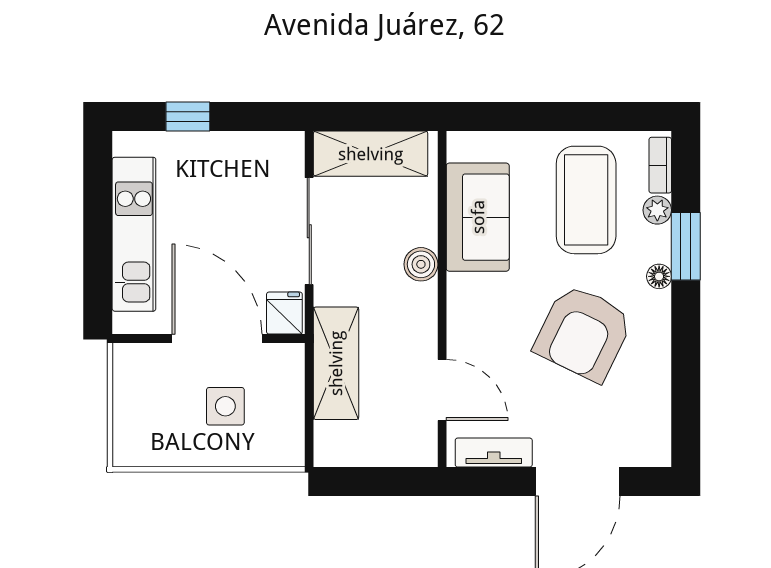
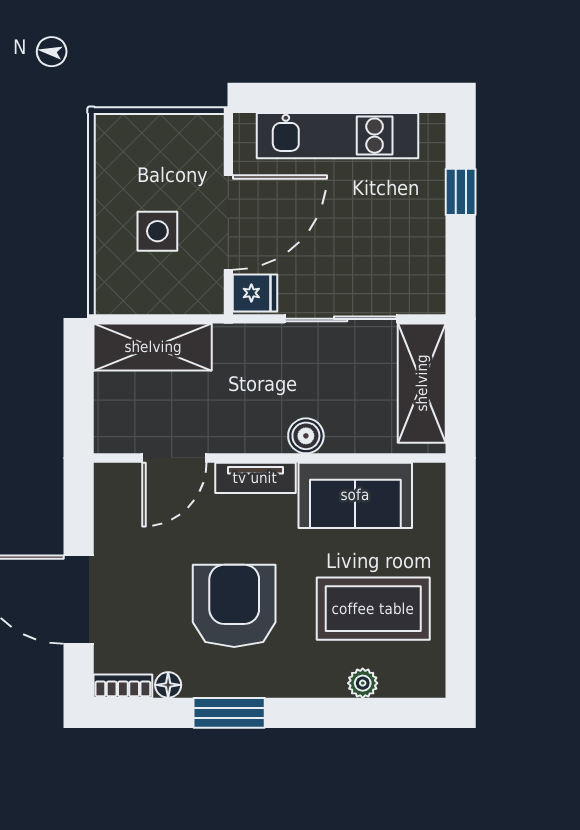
bookcase: (660, 165) -> (123, 686), moved
window: (686, 246) -> (229, 713), moved
floor lamp: (659, 276) -> (168, 685), moved
armchair: (583, 333) -> (234, 606), turned 64
shelving: (336, 363) -> (153, 347), moved
tv unit: (494, 453) -> (255, 478), moved, turned 90

